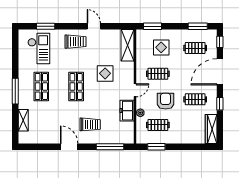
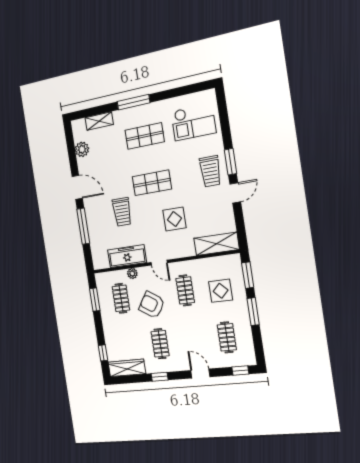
window: (46, 26) -> (231, 162), moved
window: (198, 26) -> (253, 312), moved
door: (220, 72) -> (200, 374), width x0.53
armchair: (165, 101) -> (152, 305), turned -147
freezer: (127, 111) -> (127, 256), width x1.40
trolley: (90, 124) -> (122, 212), moved
plant: (41, 138) -> (82, 149), added
door: (69, 147) -> (77, 187), hinge flipped
window: (110, 147) -> (83, 226), moved
window: (198, 147) -> (103, 353), added

